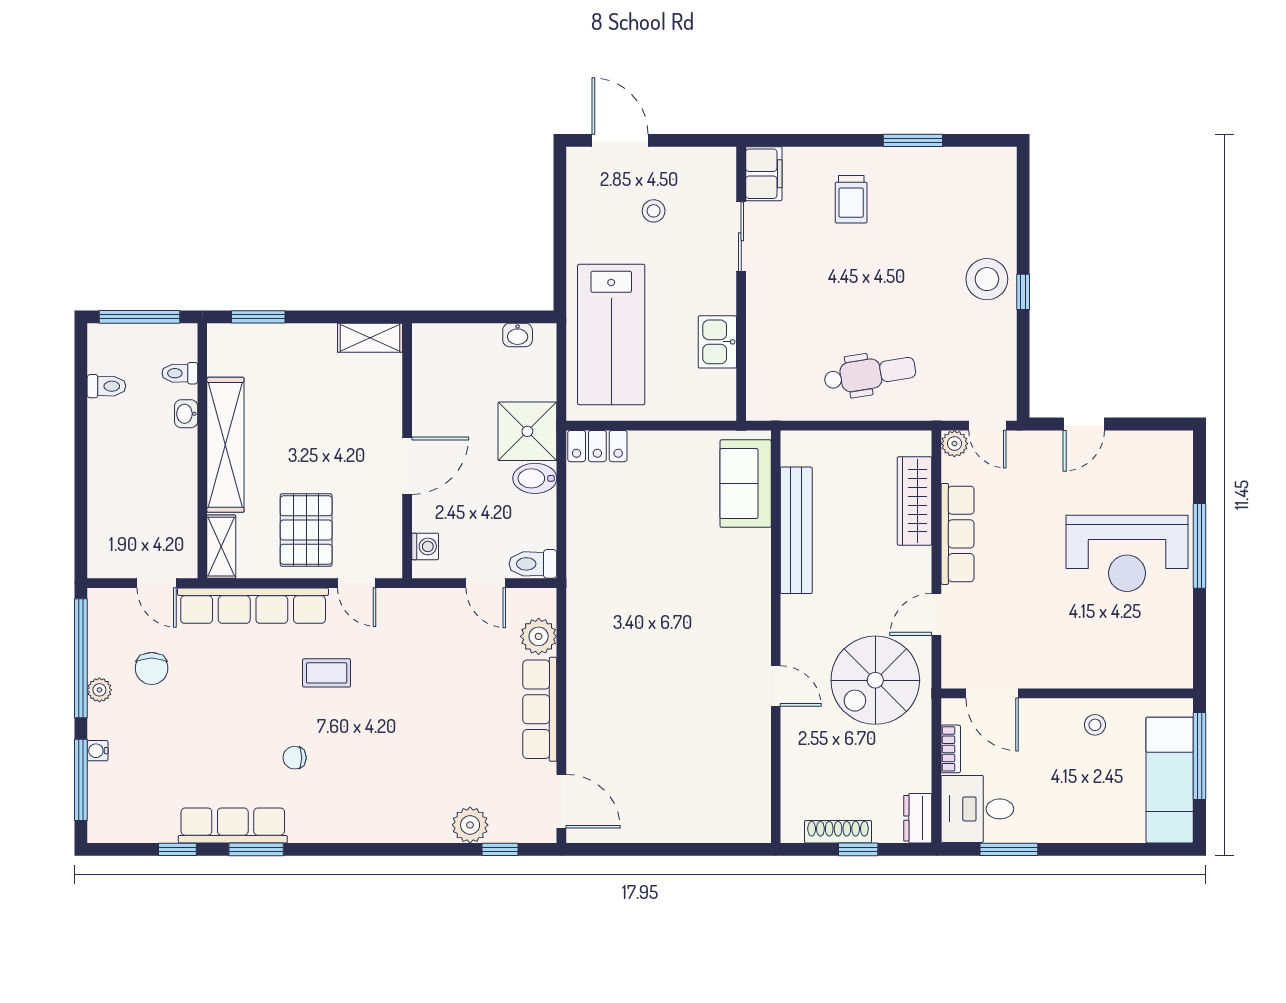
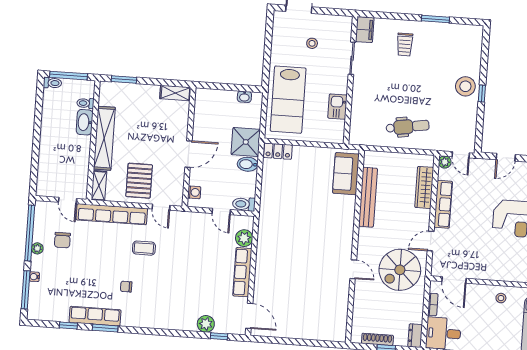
toilet: (106, 386) -> (52, 83), moved
washbasin: (186, 414) -> (85, 122), width x1.91, depth x1.45

